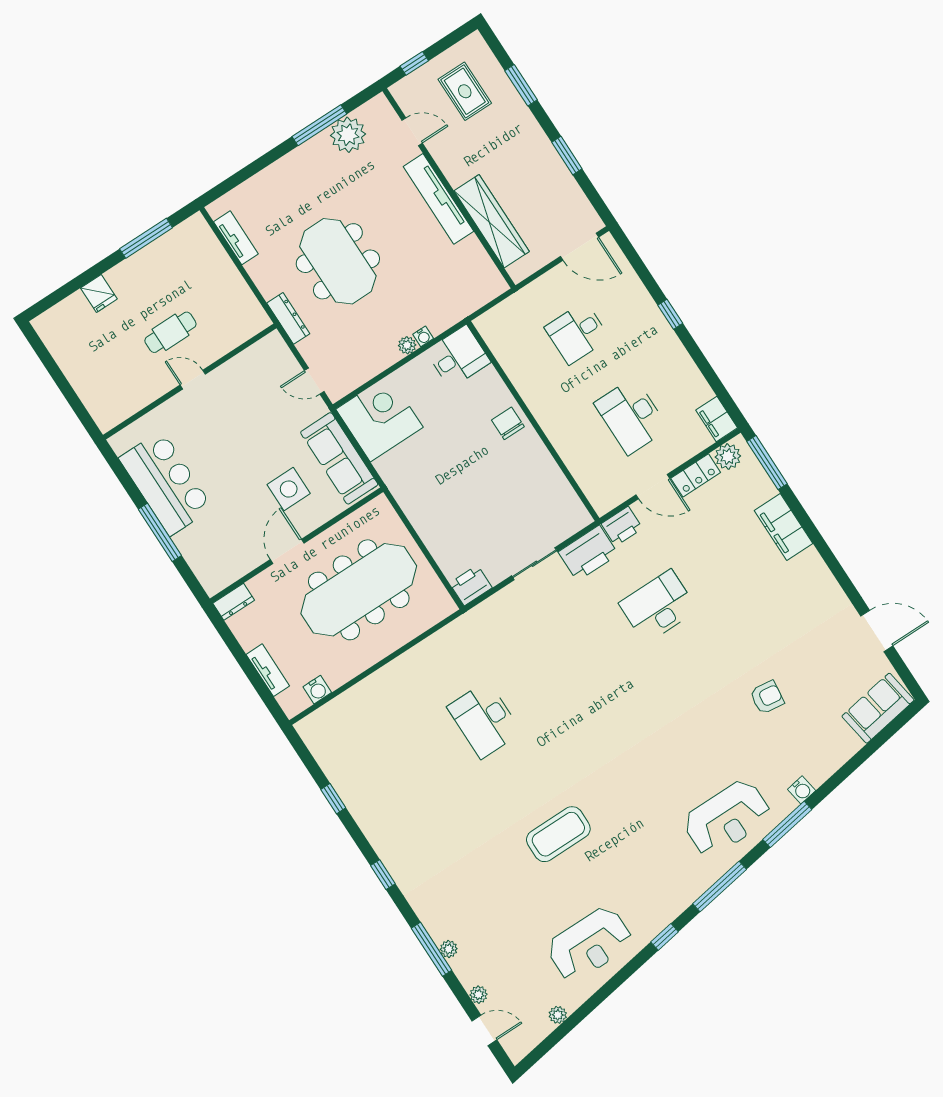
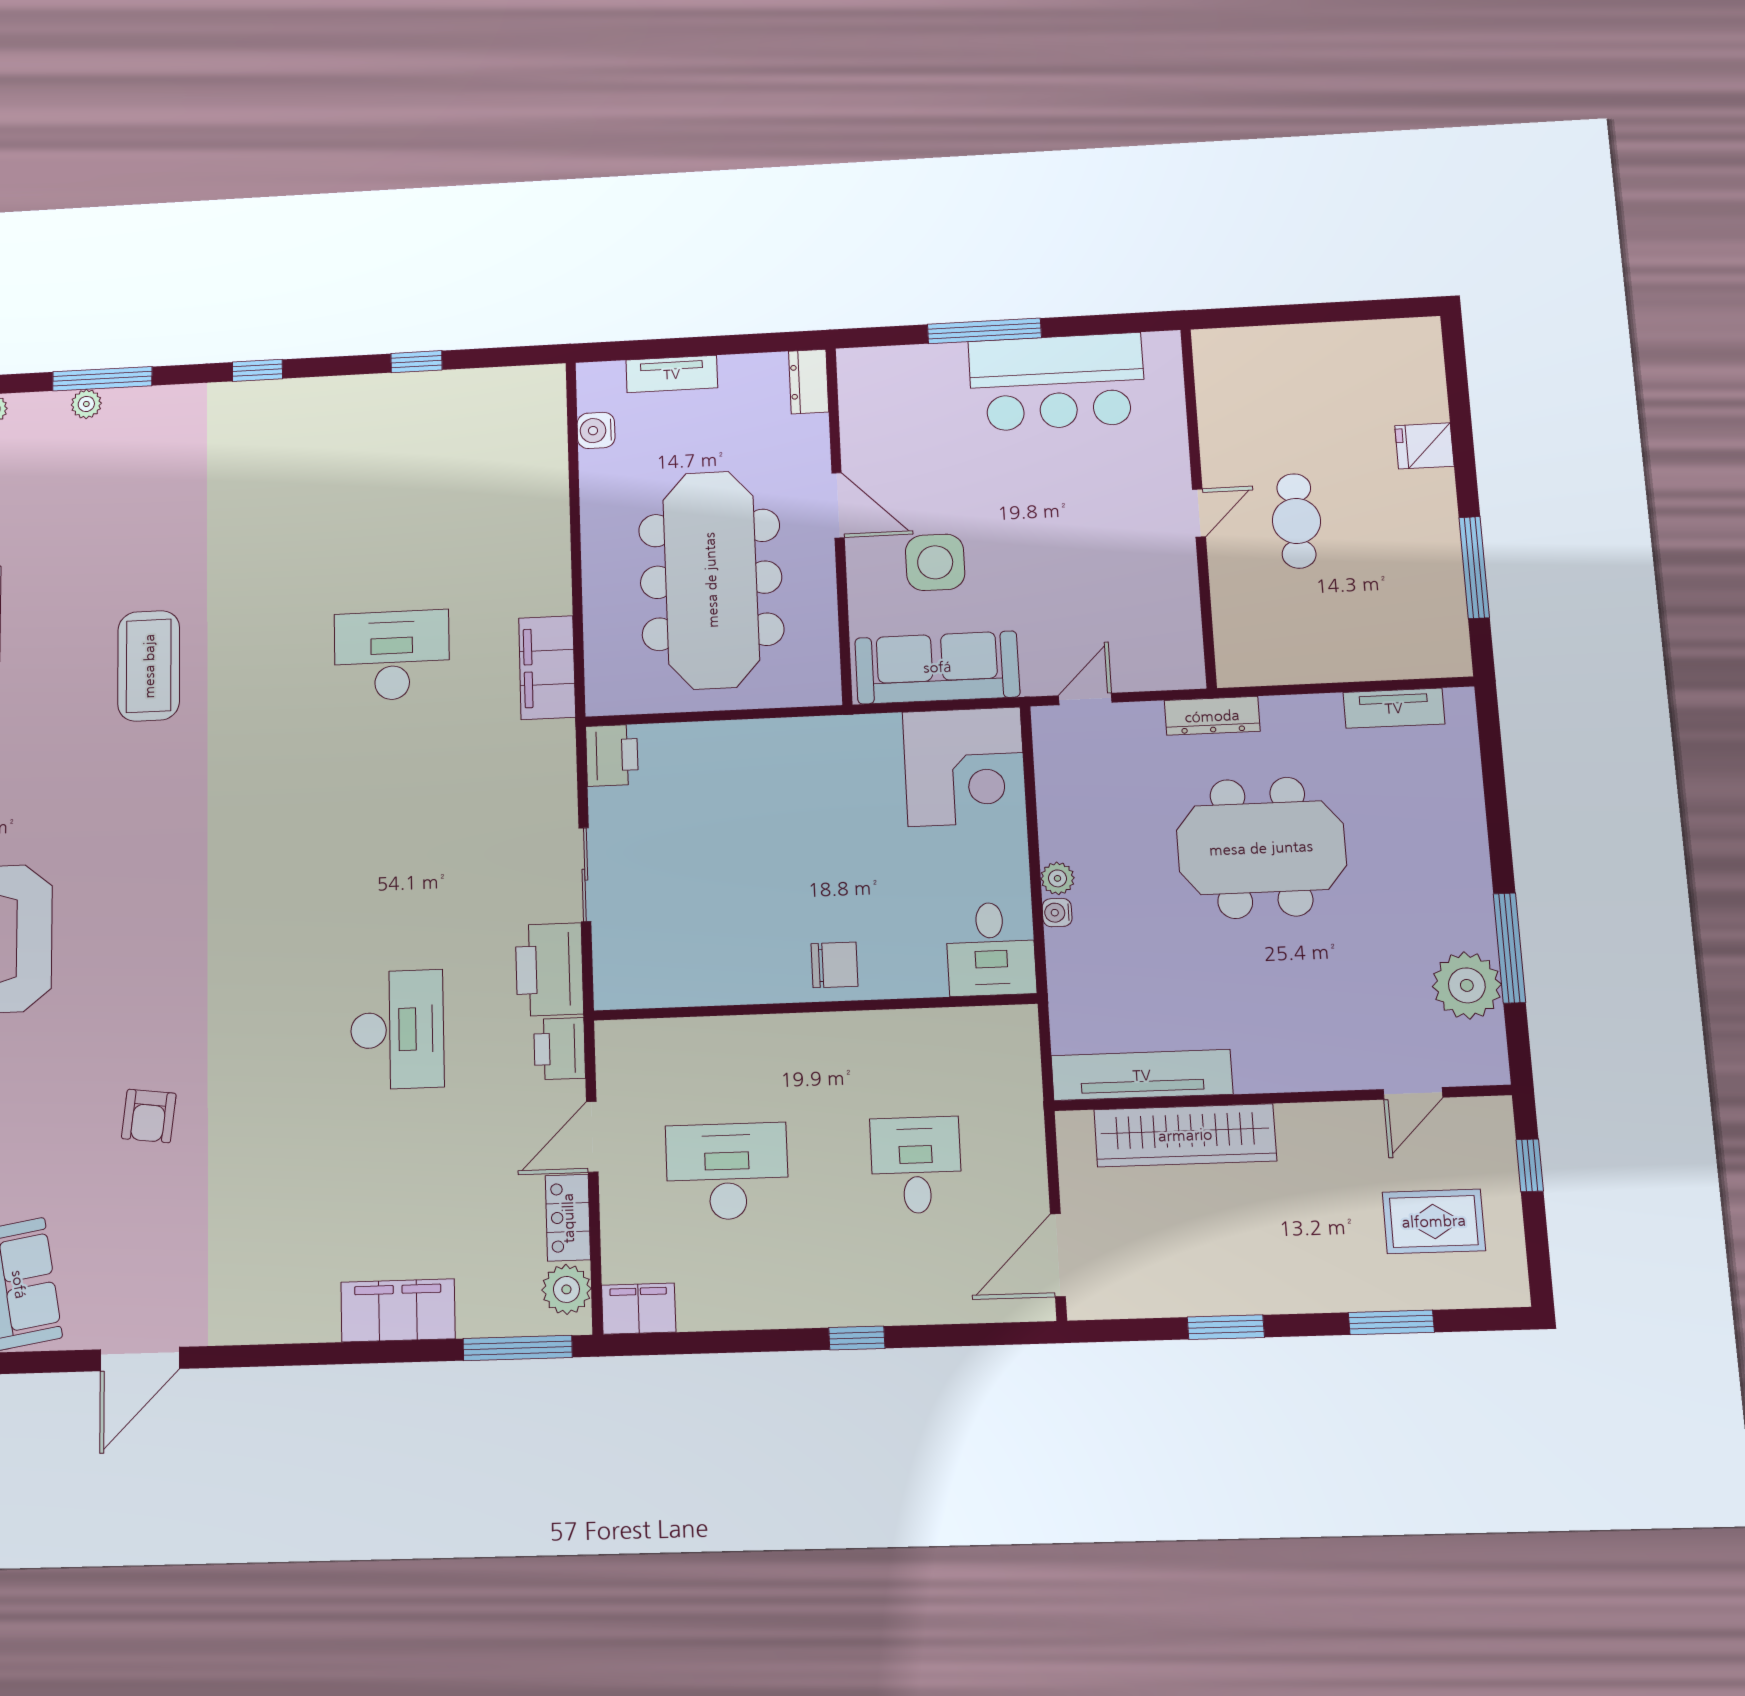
tv unit: (438, 199) -> (1142, 1075), moved
filing cabinet: (447, 642) -> (547, 668), added

